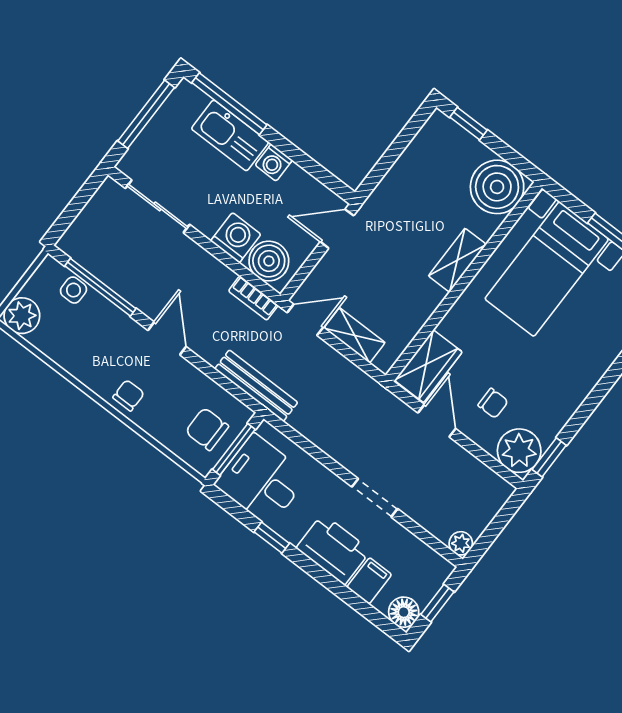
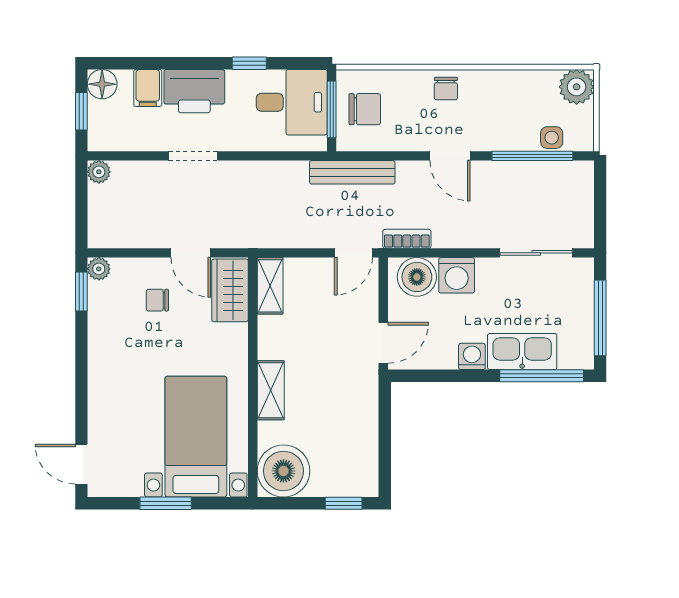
shelving: (355, 335) -> (270, 286), moved, turned 90
plant: (519, 451) -> (99, 269), width x0.53, depth x0.53

